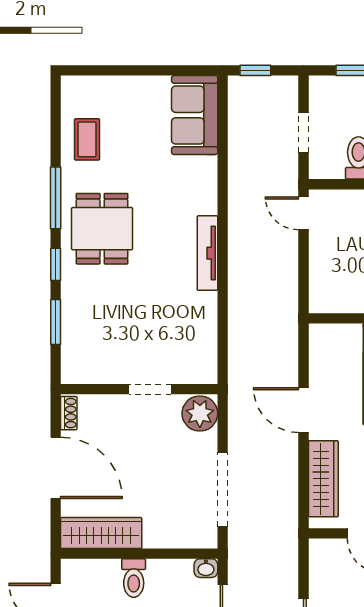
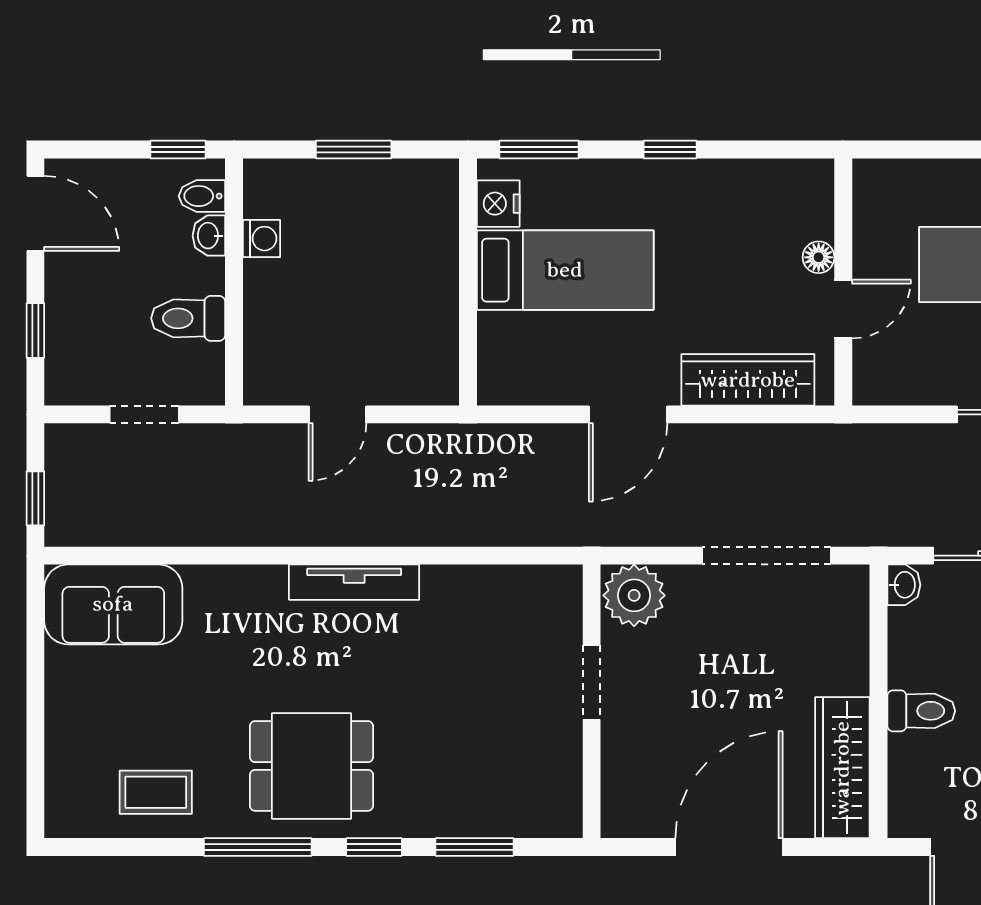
door: (304, 213) -> (338, 414), moved
shoe rack: (69, 413) -> (633, 824), removed

